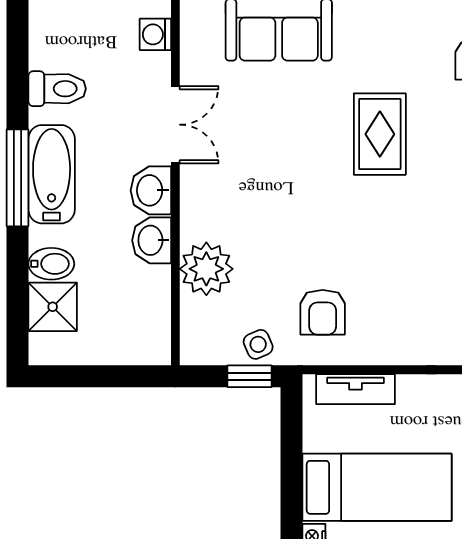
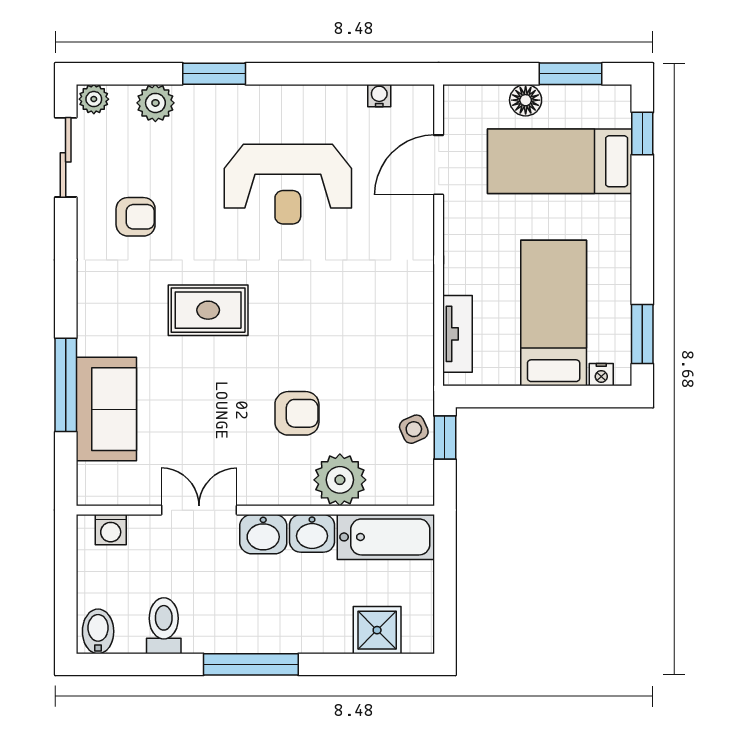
bathtub: (52, 174) -> (385, 537), moved, turned 180
bidet: (51, 264) -> (98, 631), moved
armchair: (323, 312) -> (297, 413), moved

